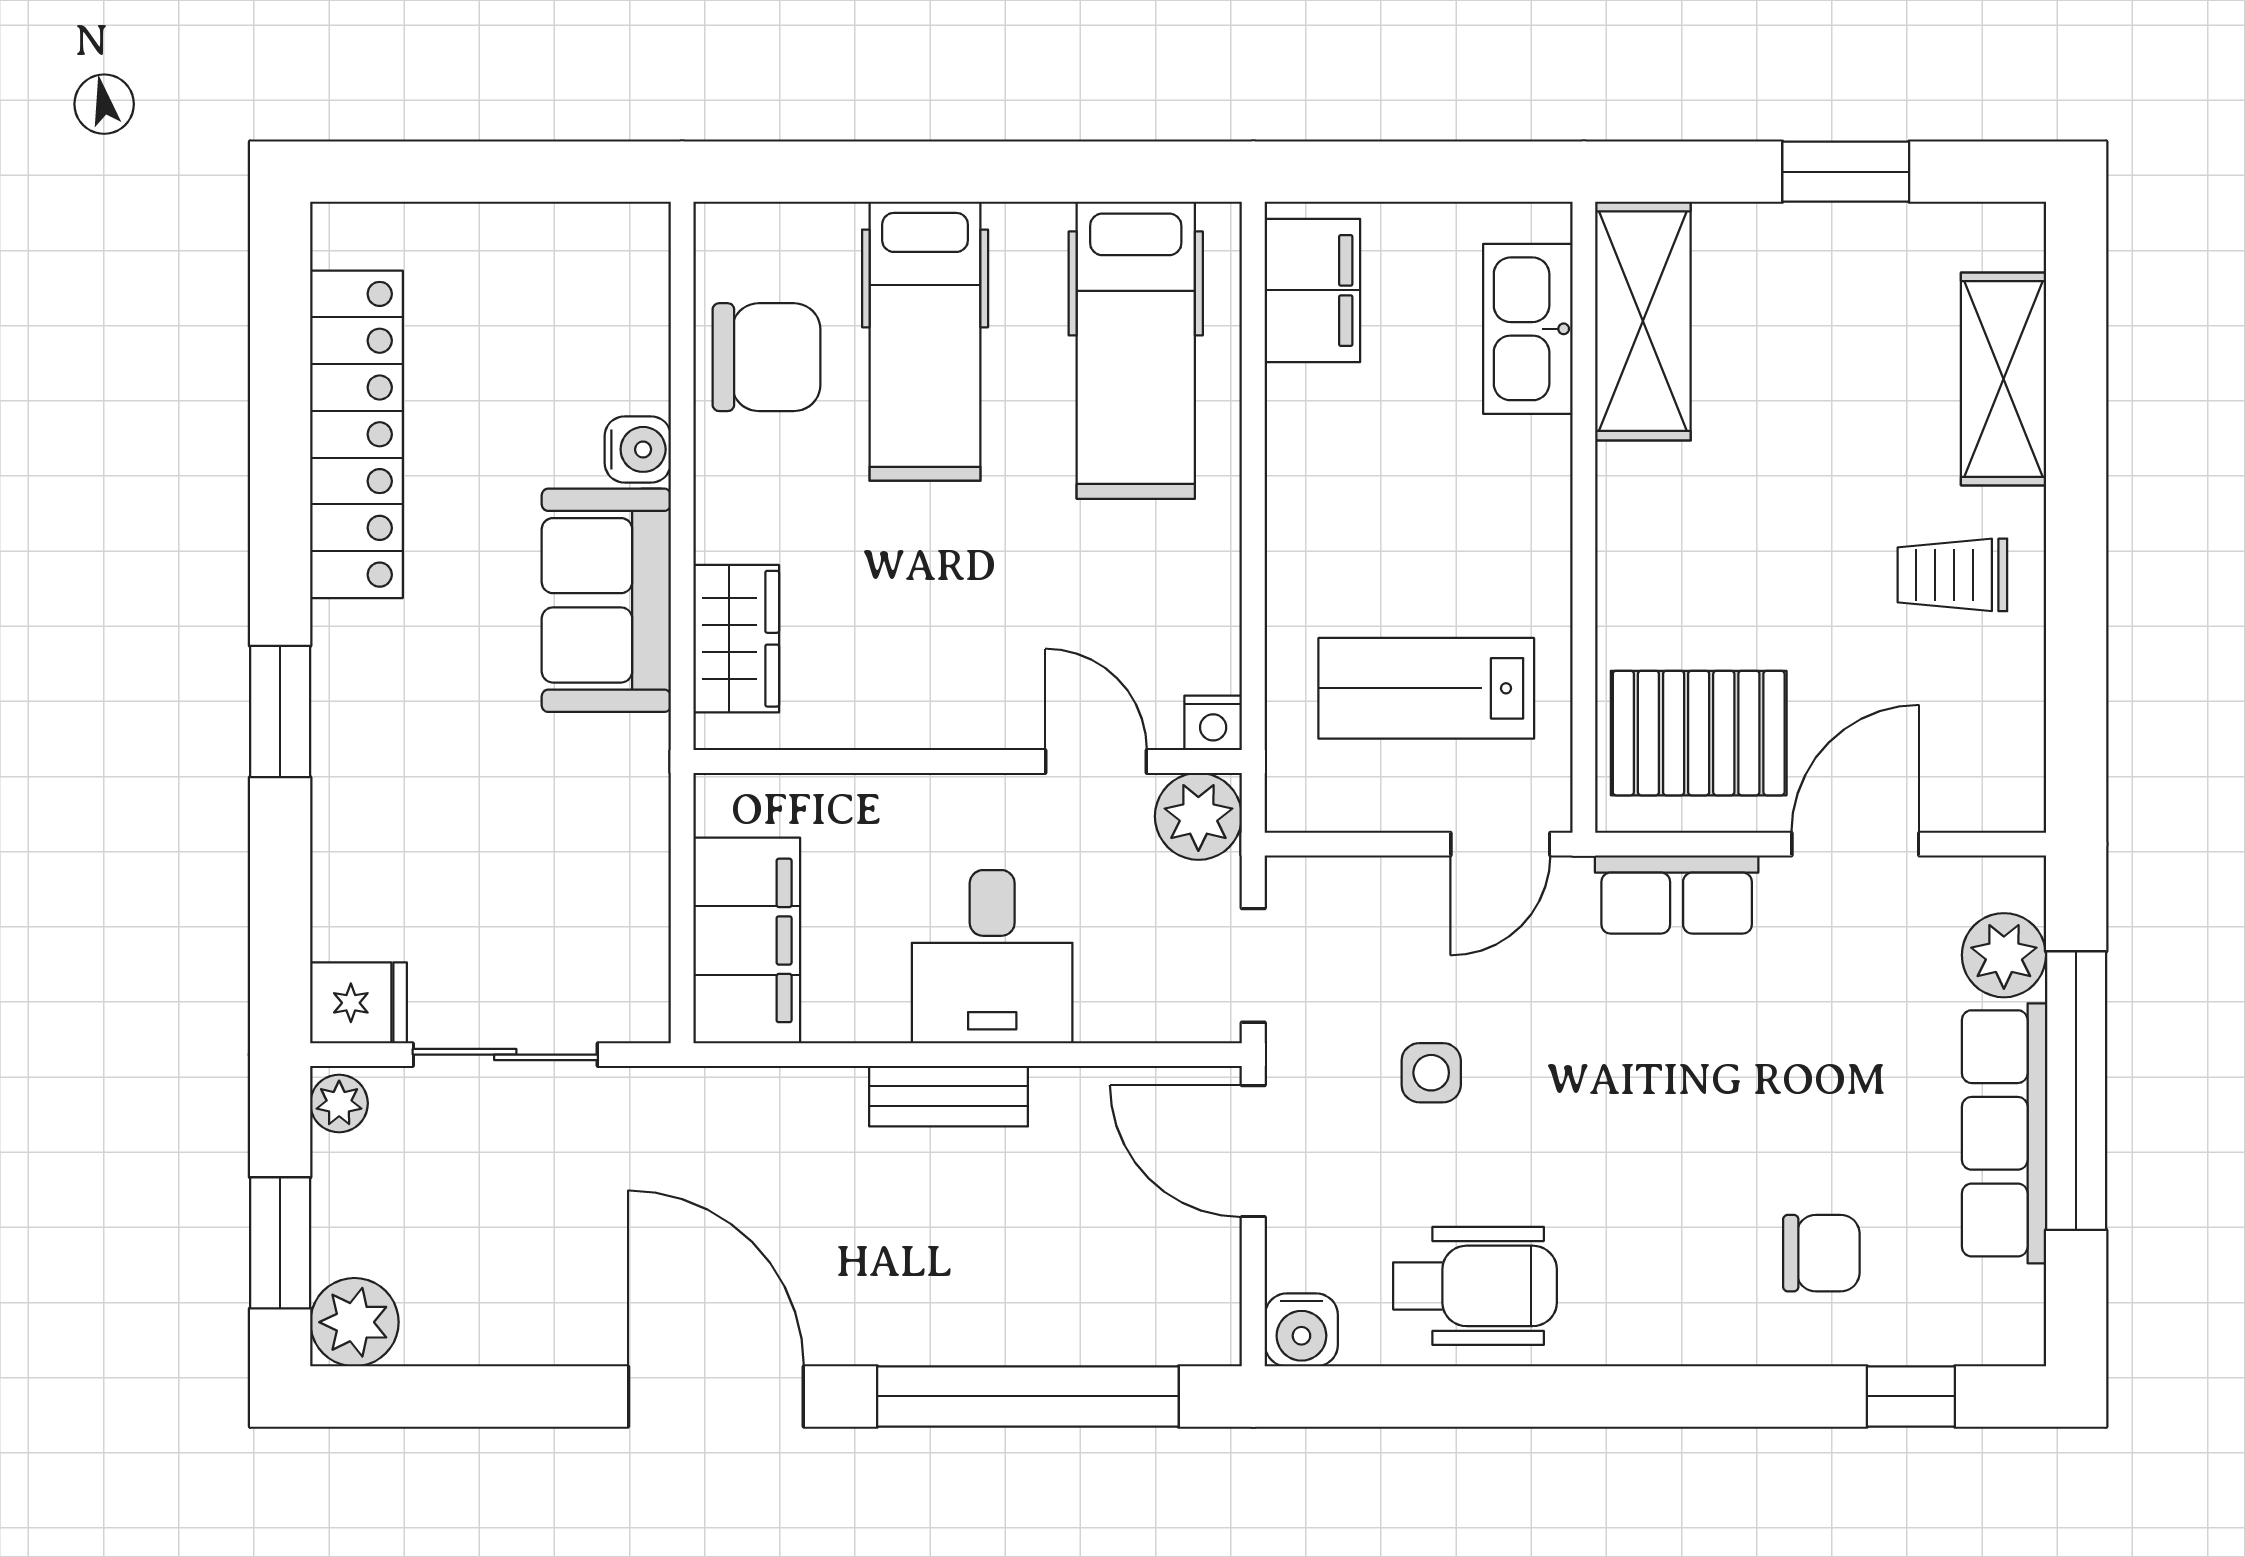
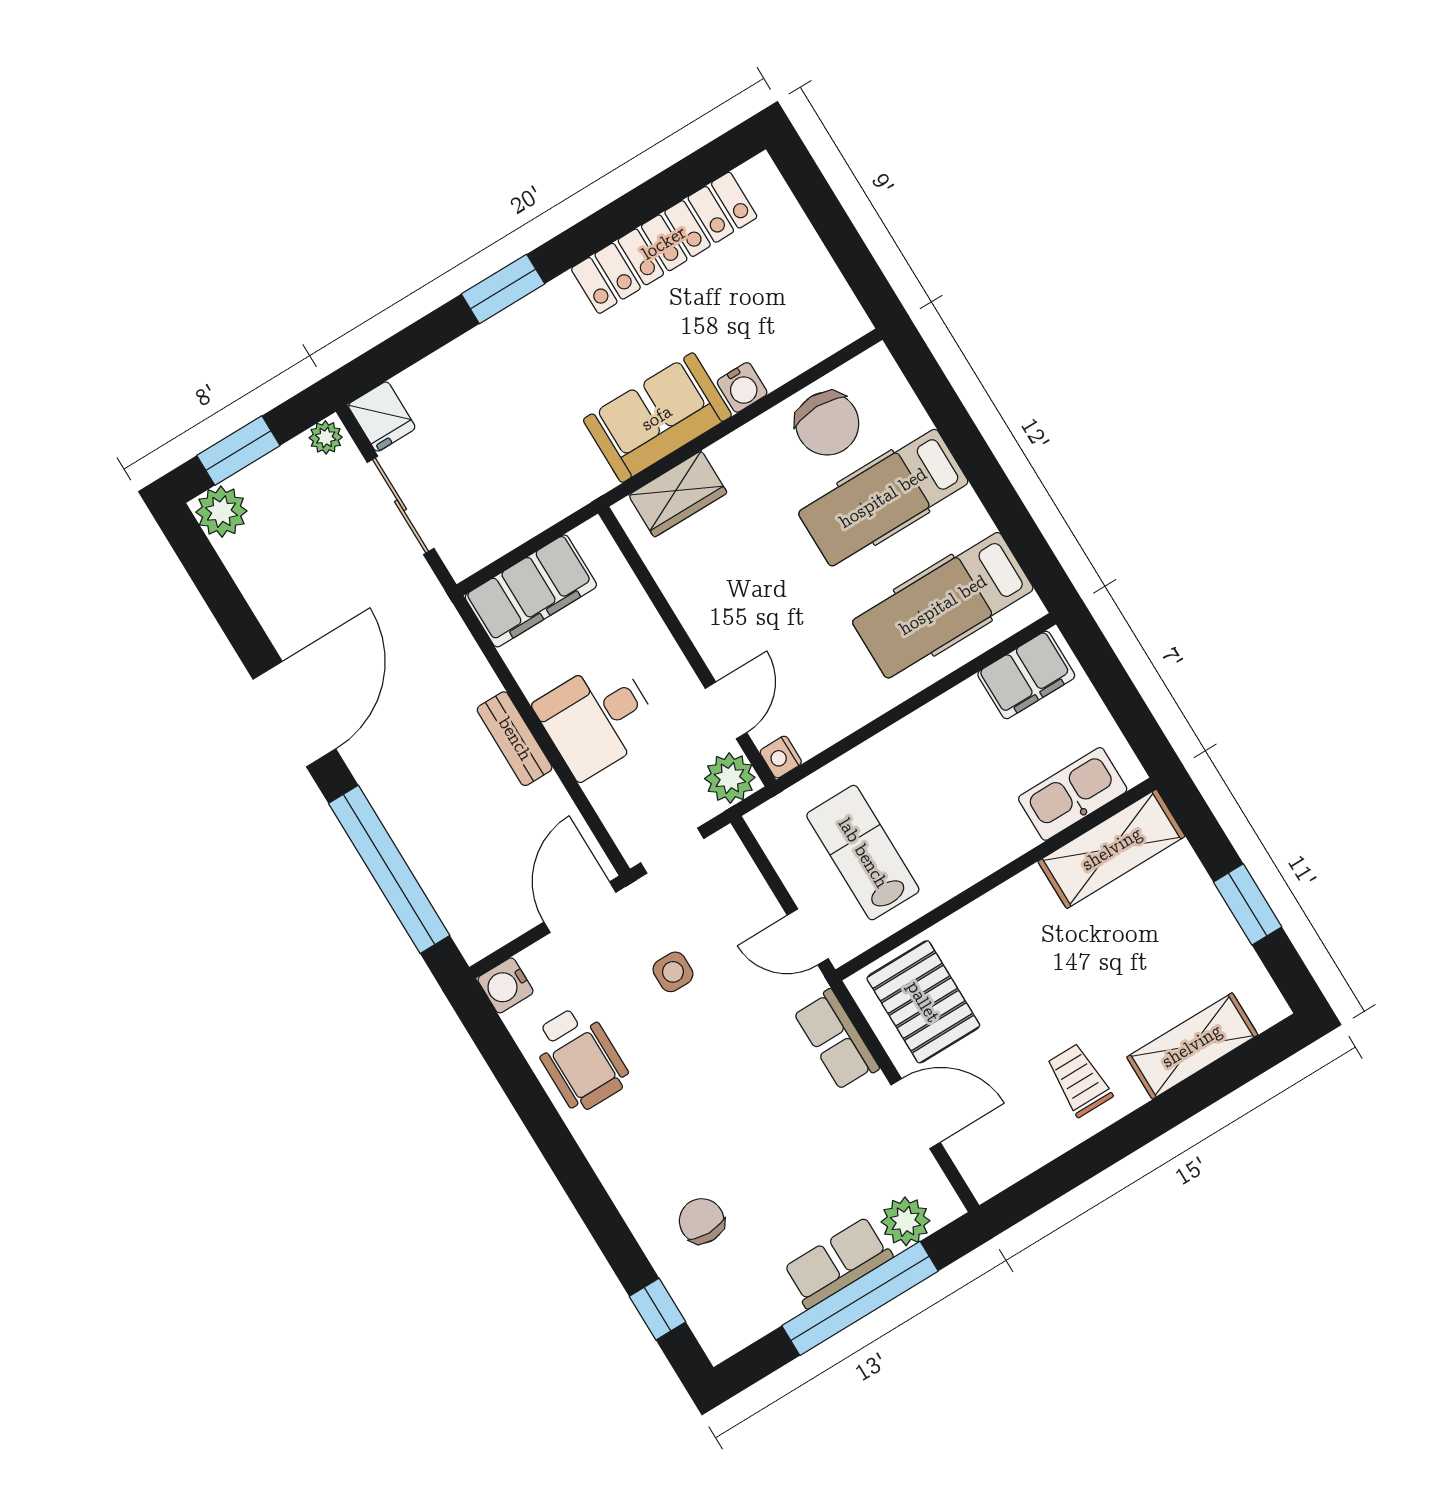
row of seats: (2004, 1133) -> (838, 1263), width x0.68
chair: (1821, 1253) -> (702, 1221), turned 180

